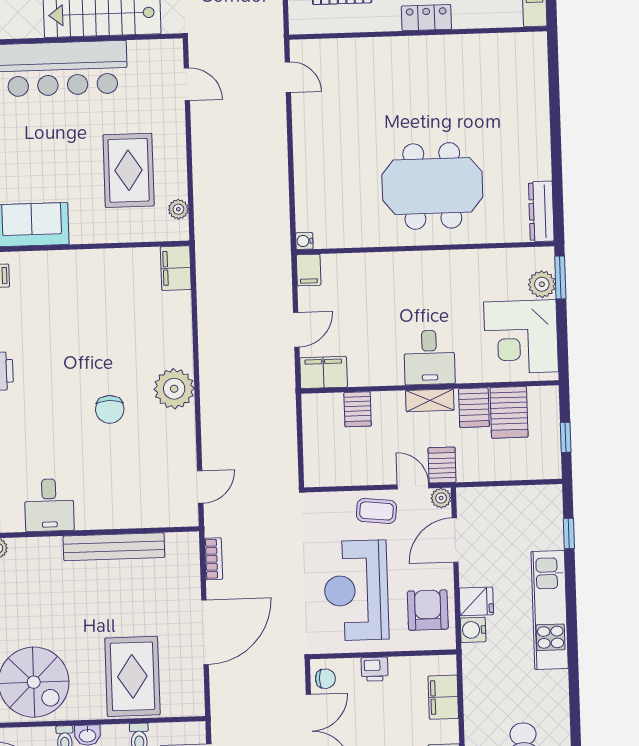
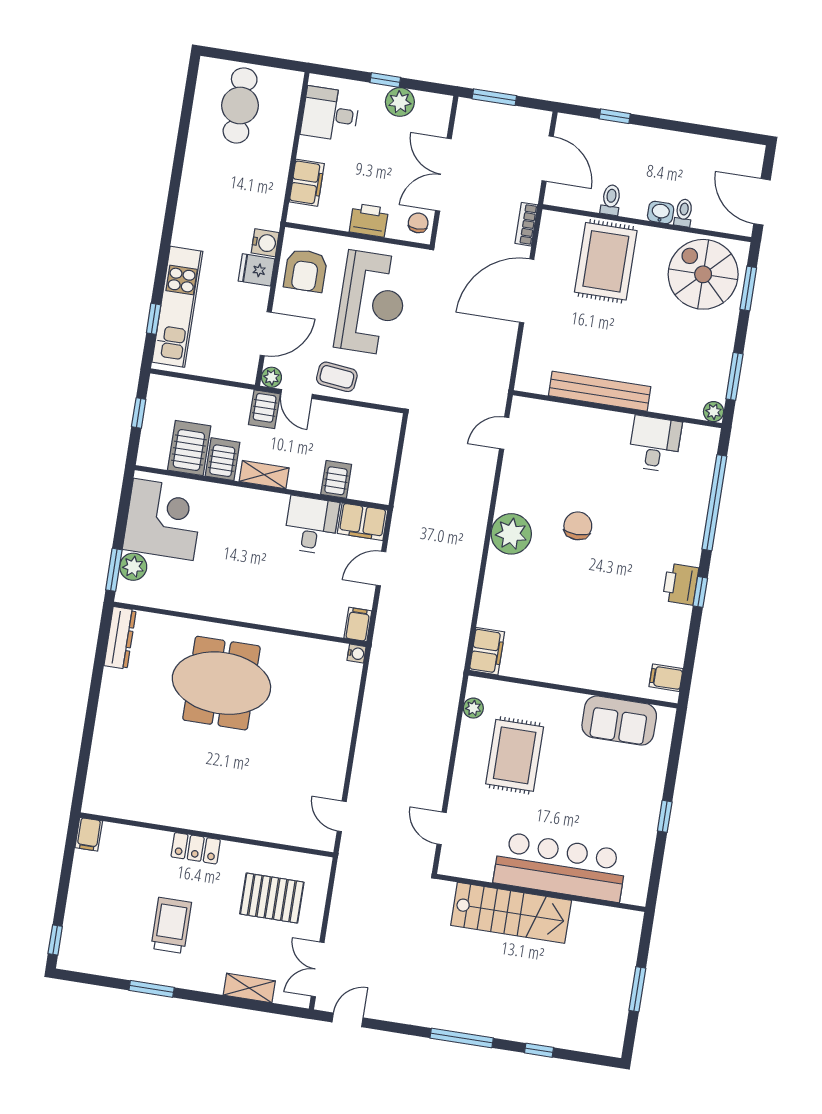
desk: (429, 357) -> (311, 525), moved
bookcase: (214, 559) -> (526, 224), moved
kitchen unit: (550, 610) -> (177, 307), moved
printer: (375, 669) -> (369, 220), width x1.36, depth x1.24
chair: (325, 679) -> (418, 223), turned 90

